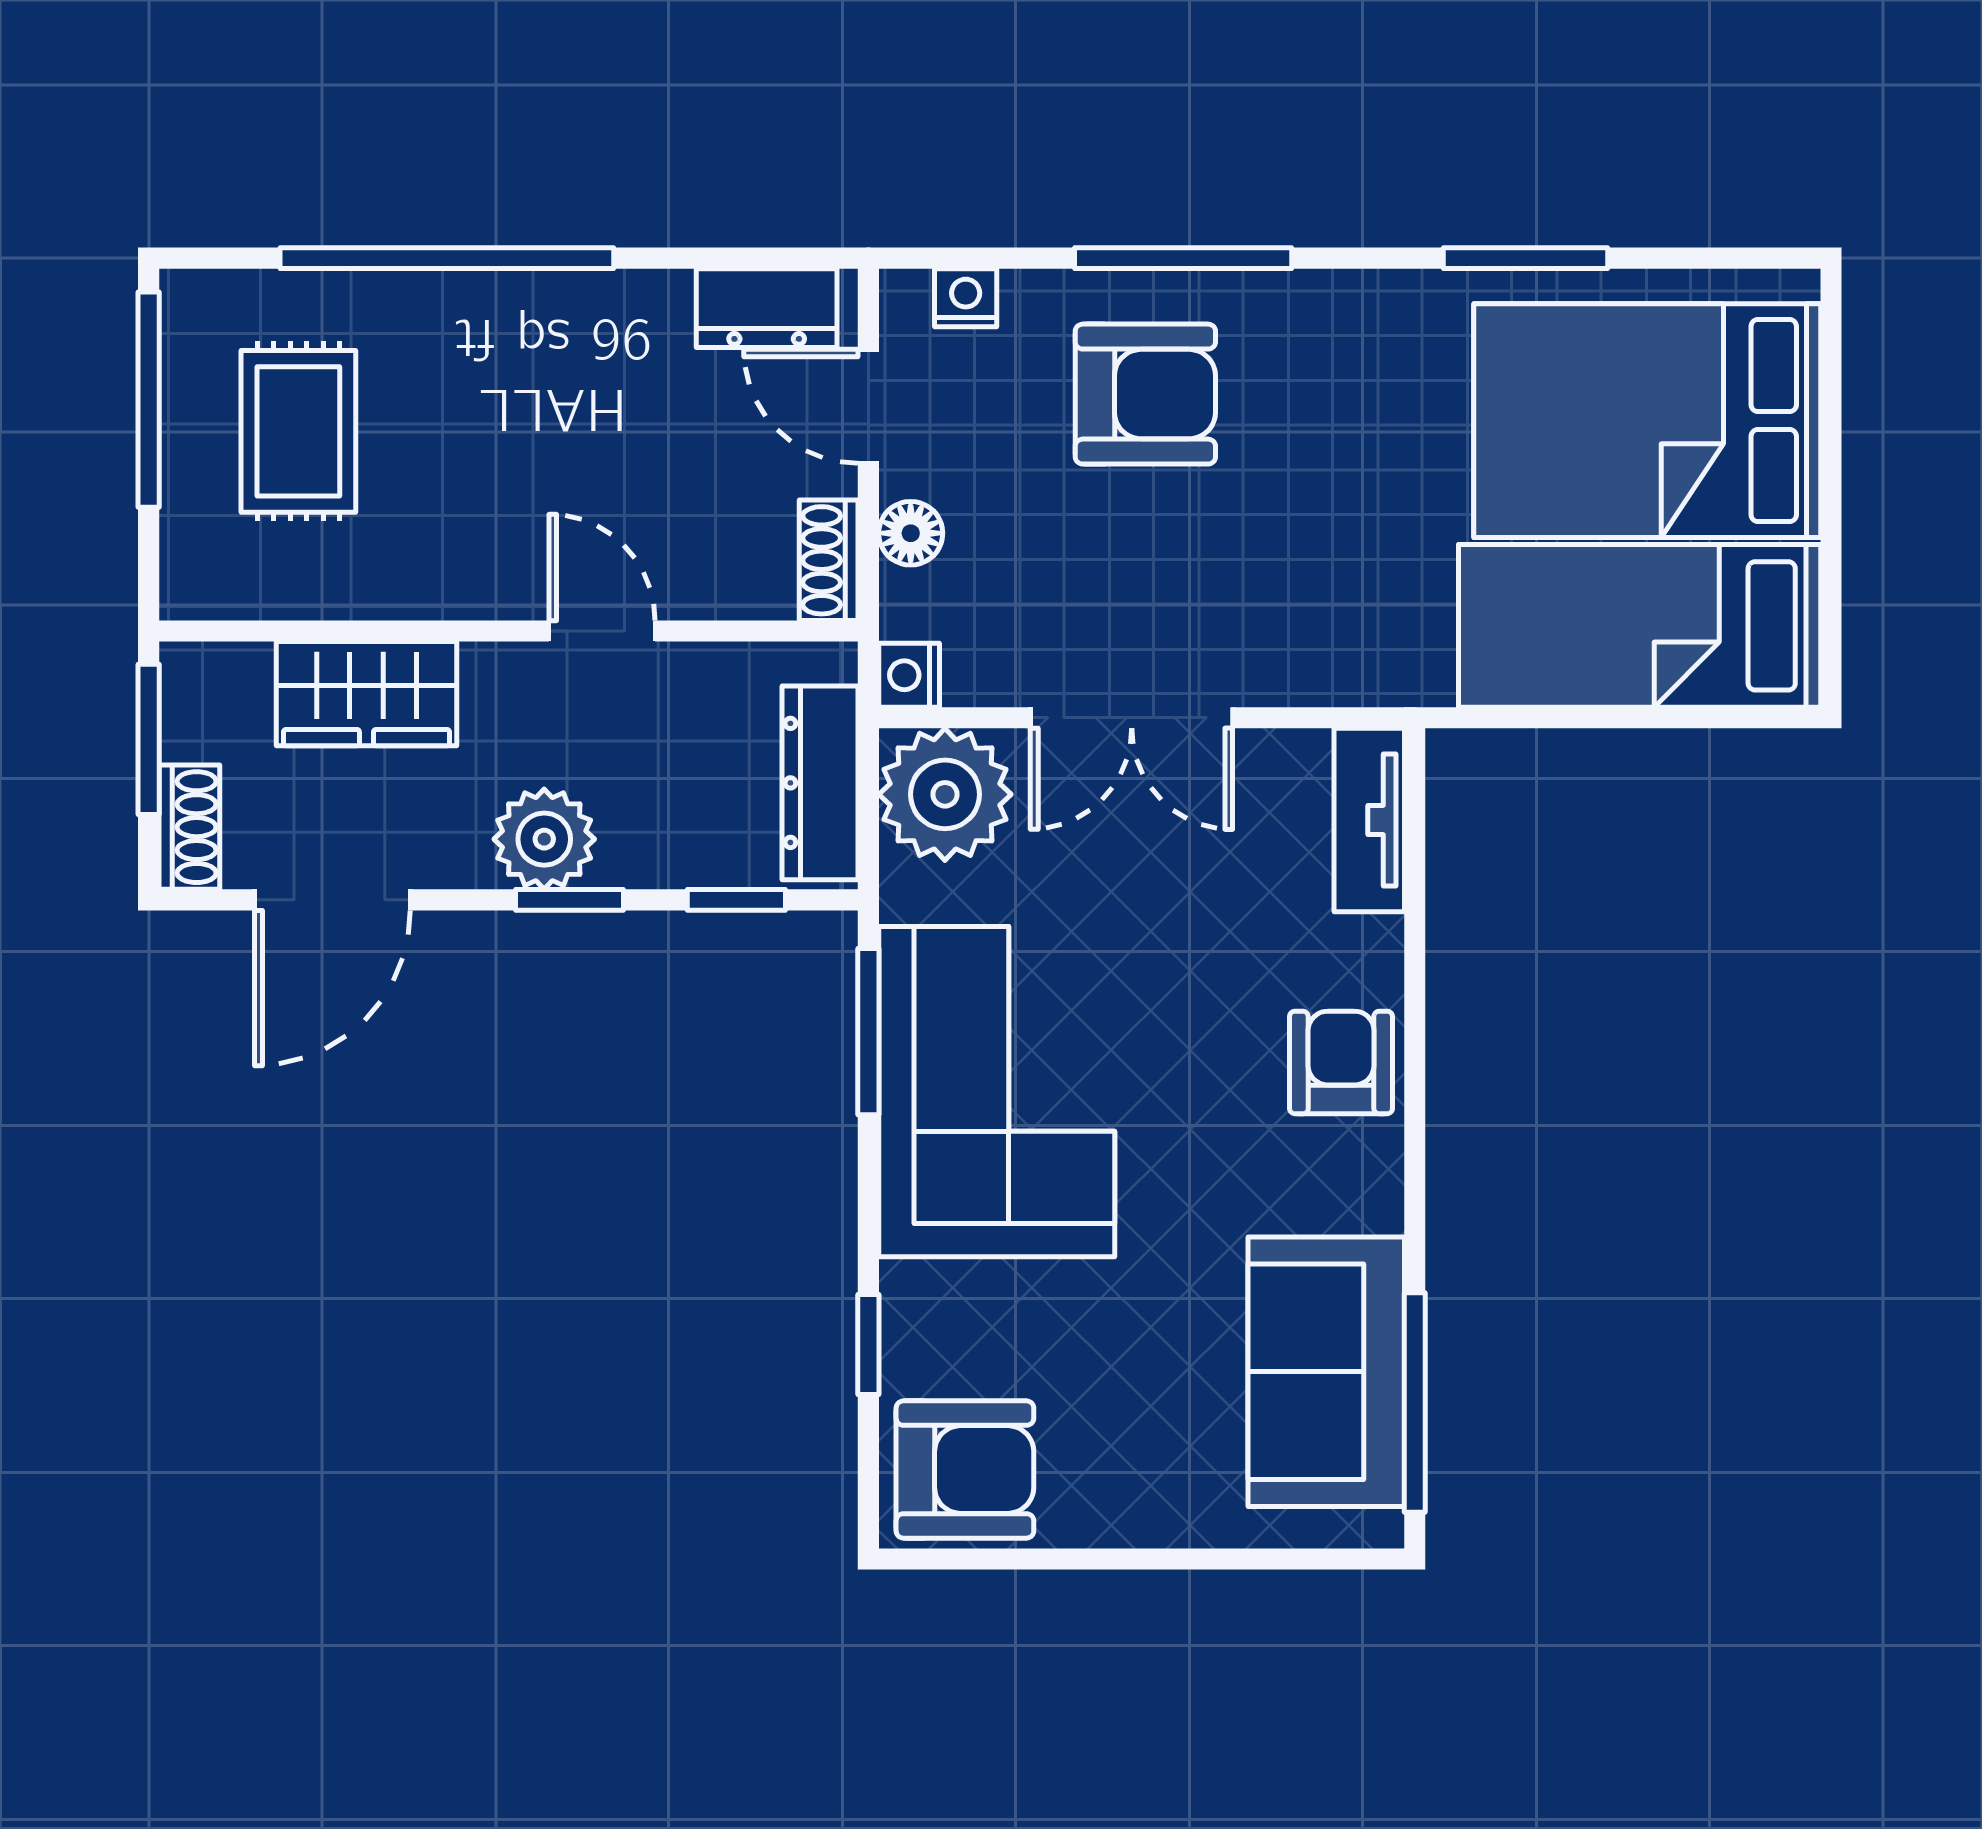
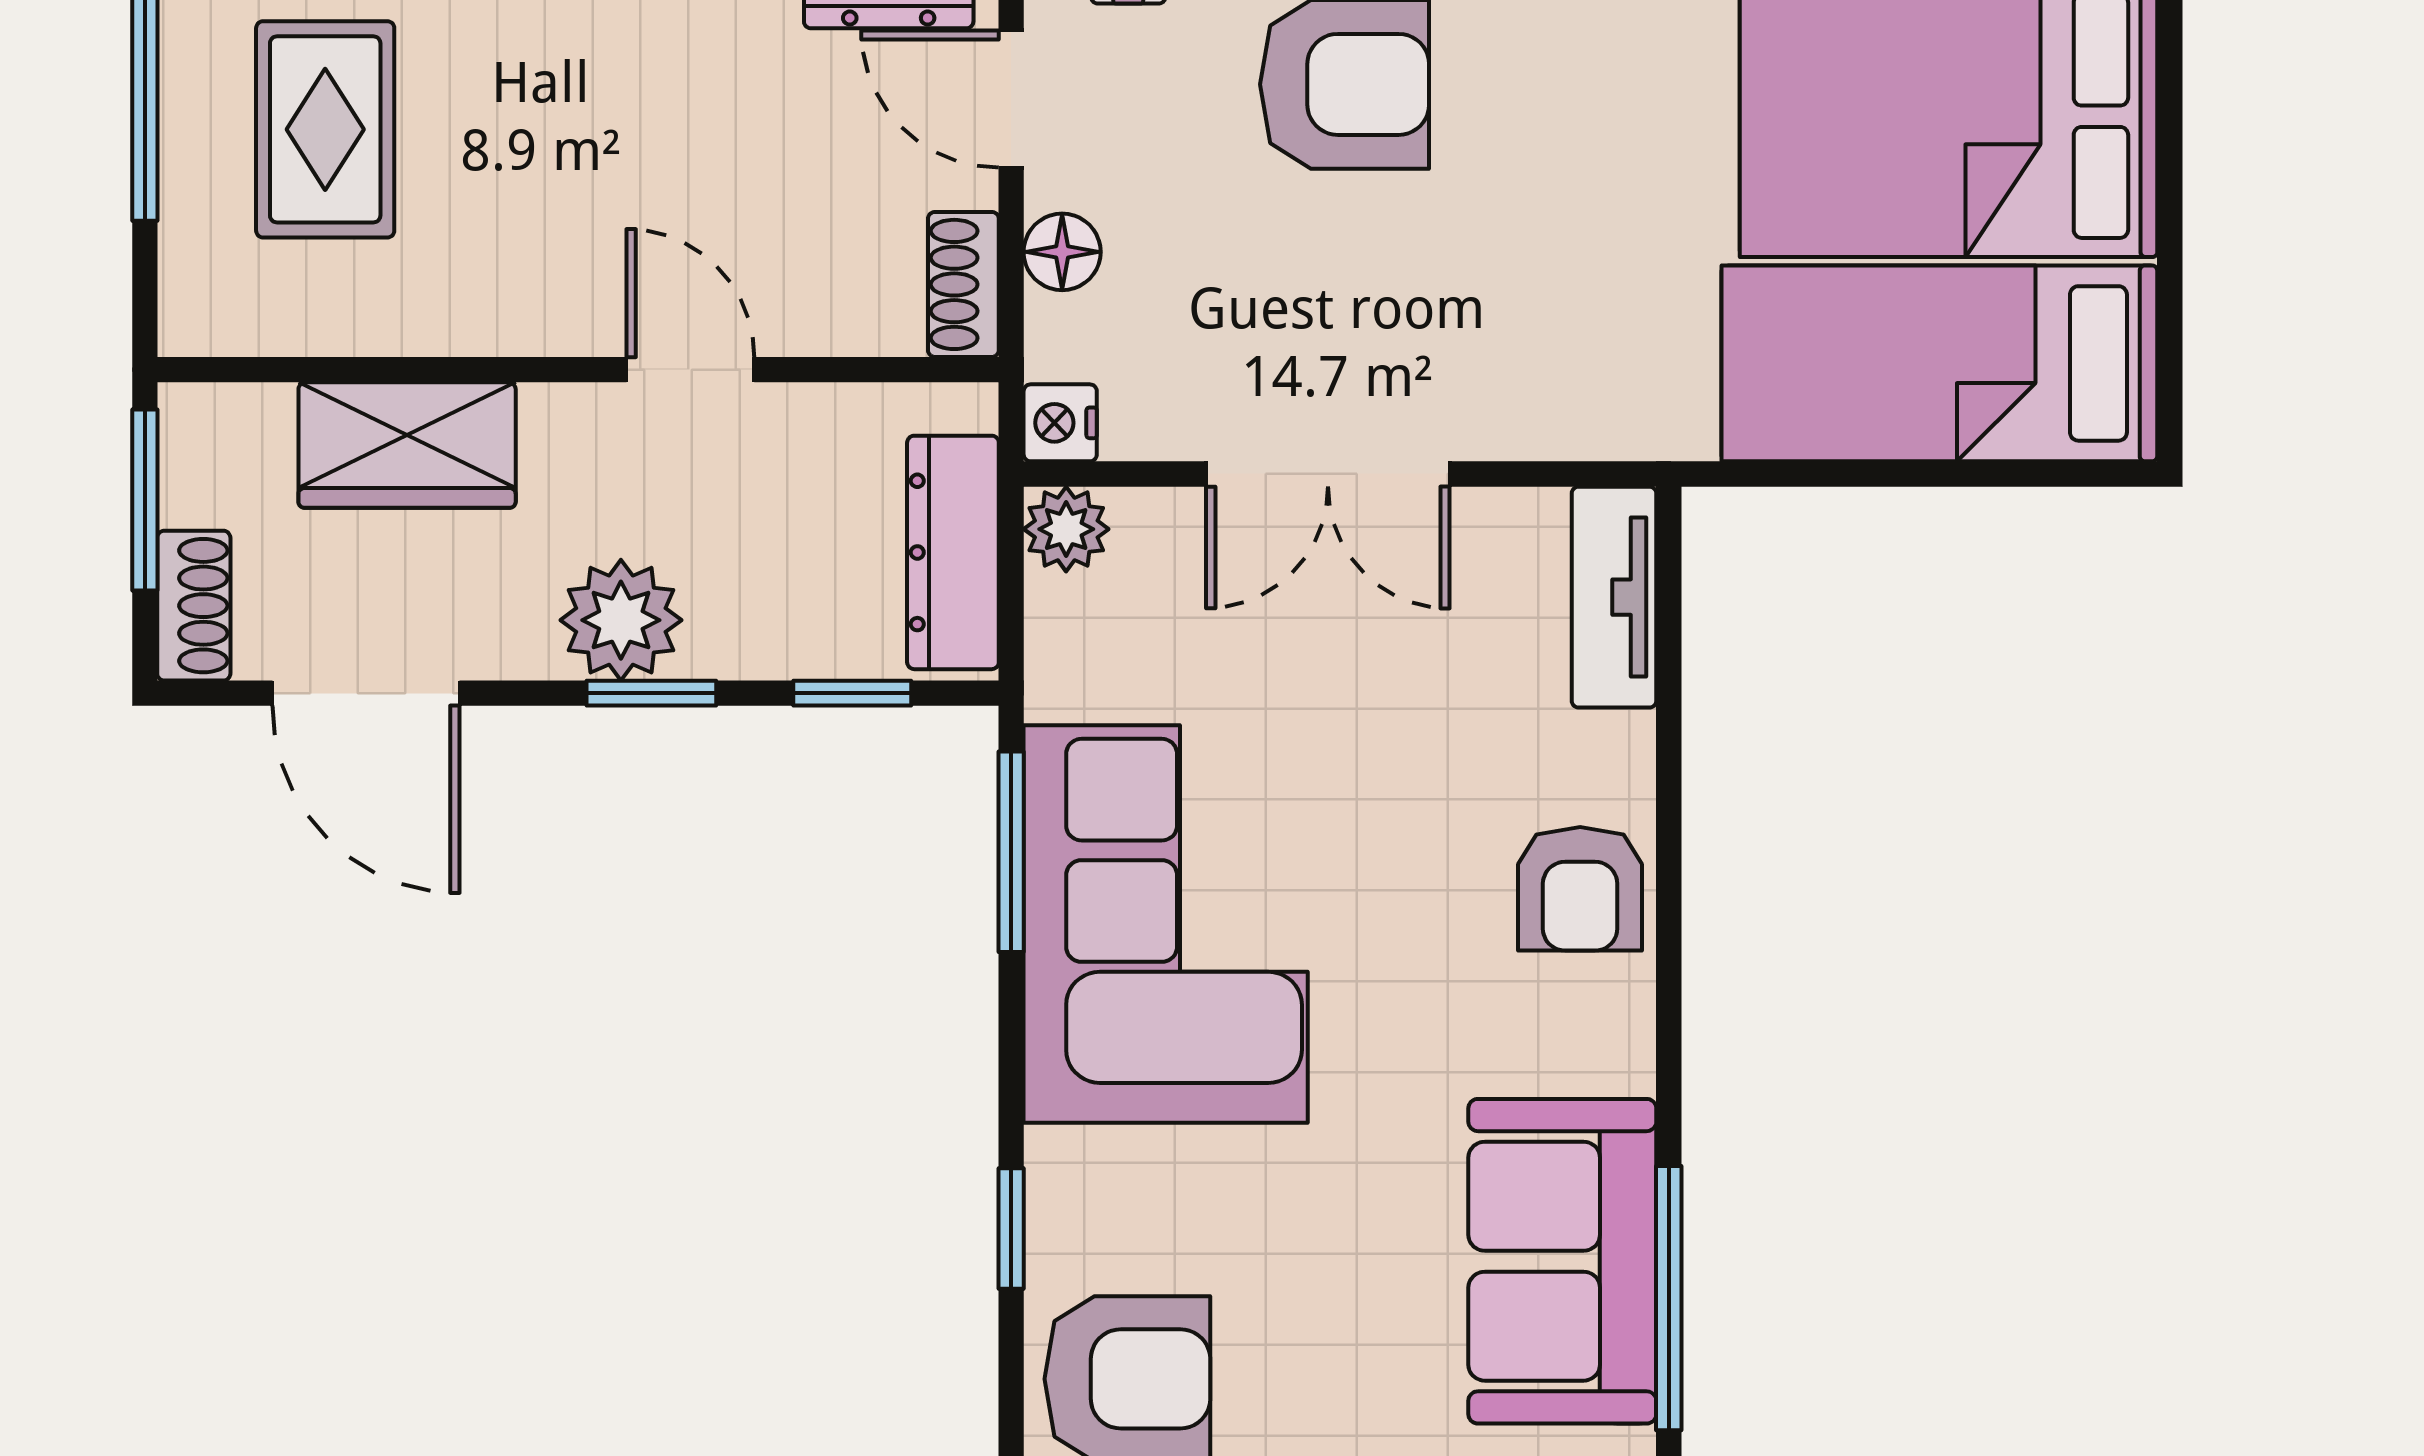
plant: (945, 794) -> (1066, 529), width x0.53, depth x0.53
door: (332, 900) -> (366, 693), hinge flipped
armchair: (1341, 1062) -> (1580, 889), turned 180

